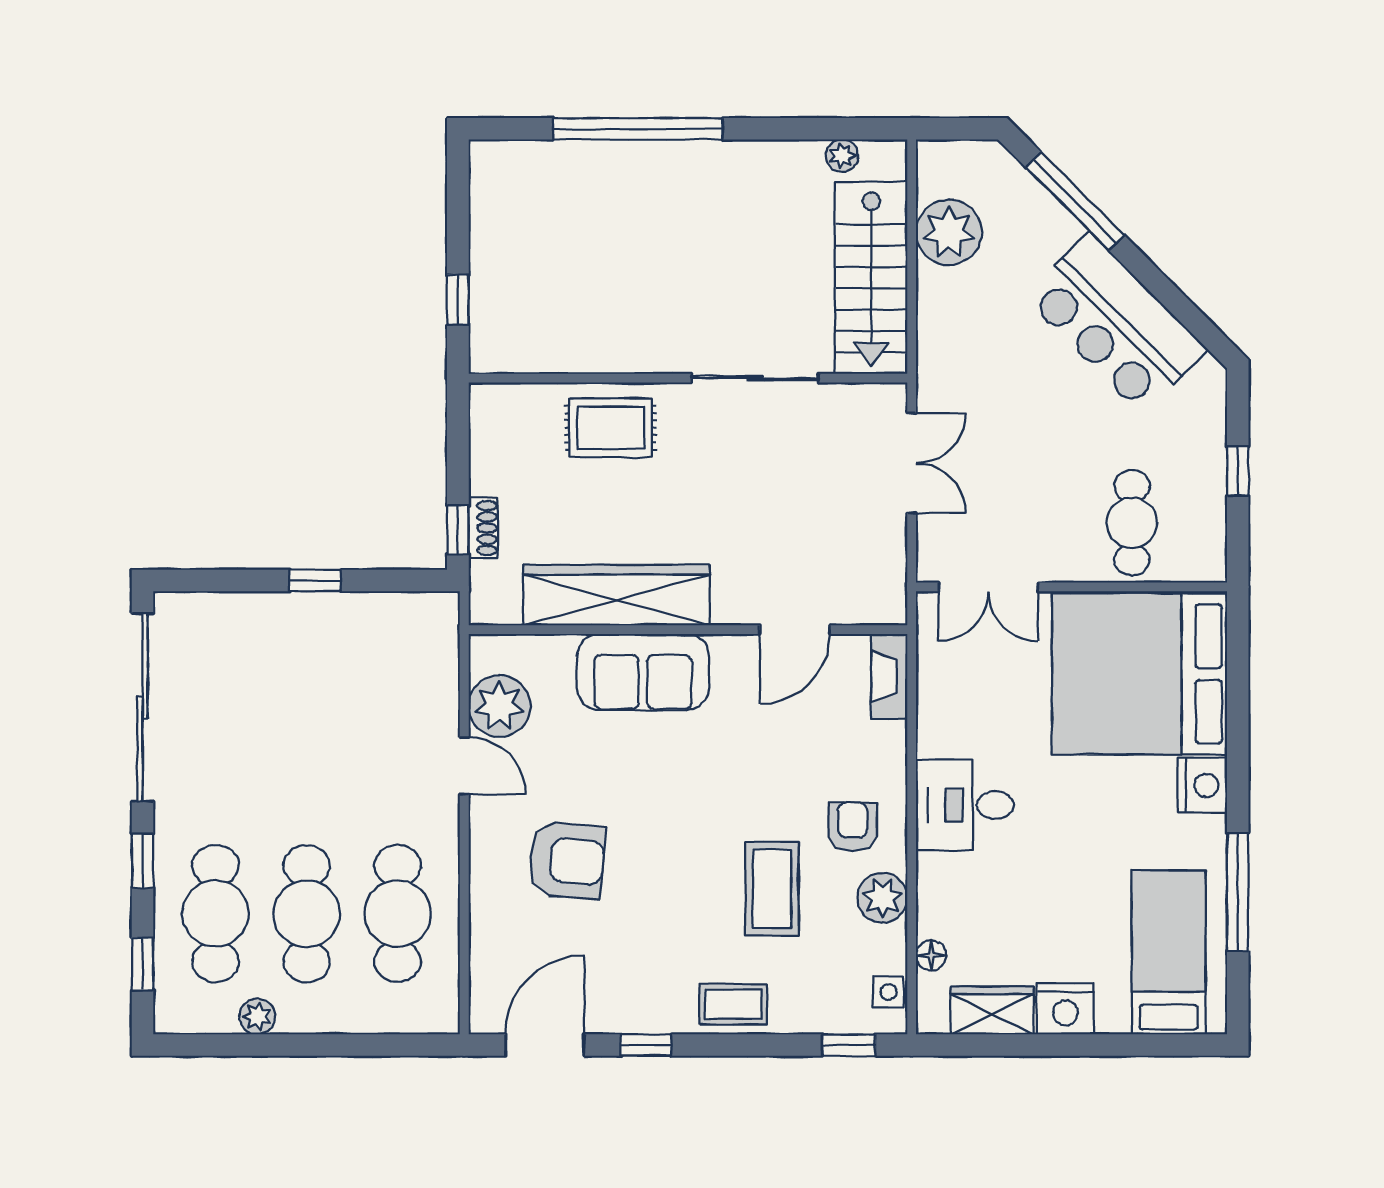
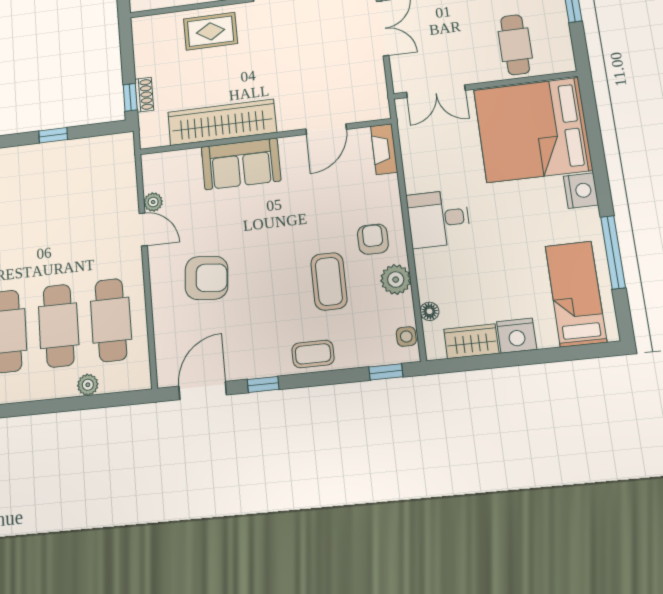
plant: (499, 706) -> (153, 202), width x0.53, depth x0.53
plant: (257, 1017) -> (88, 385), moved

